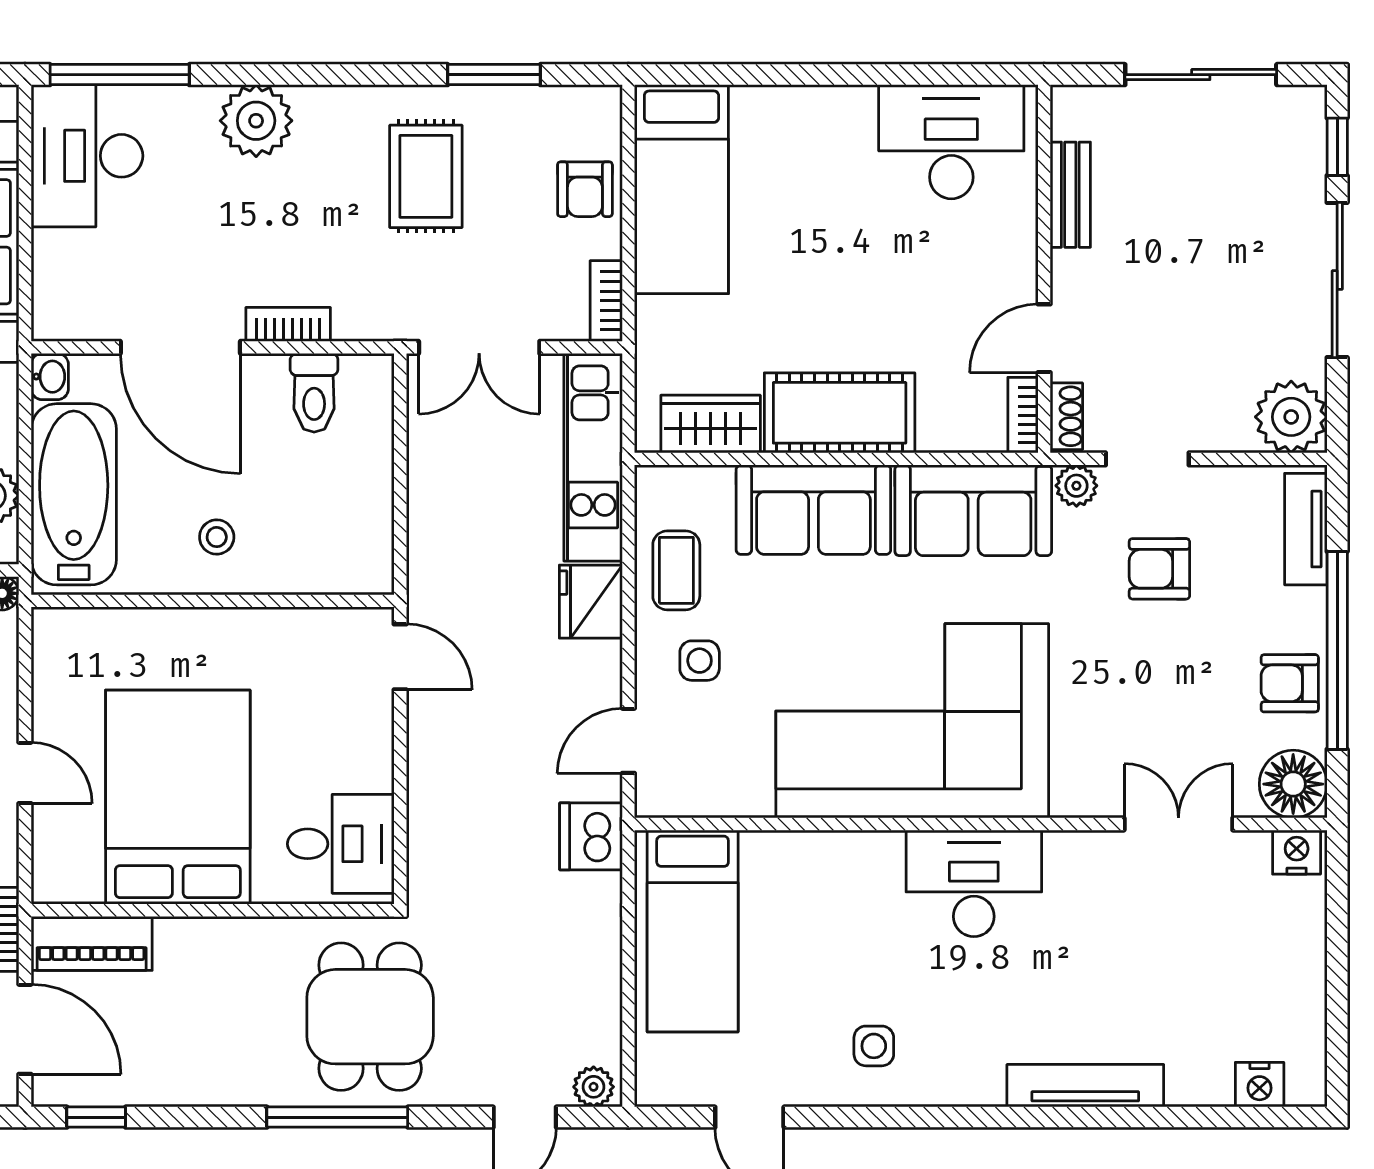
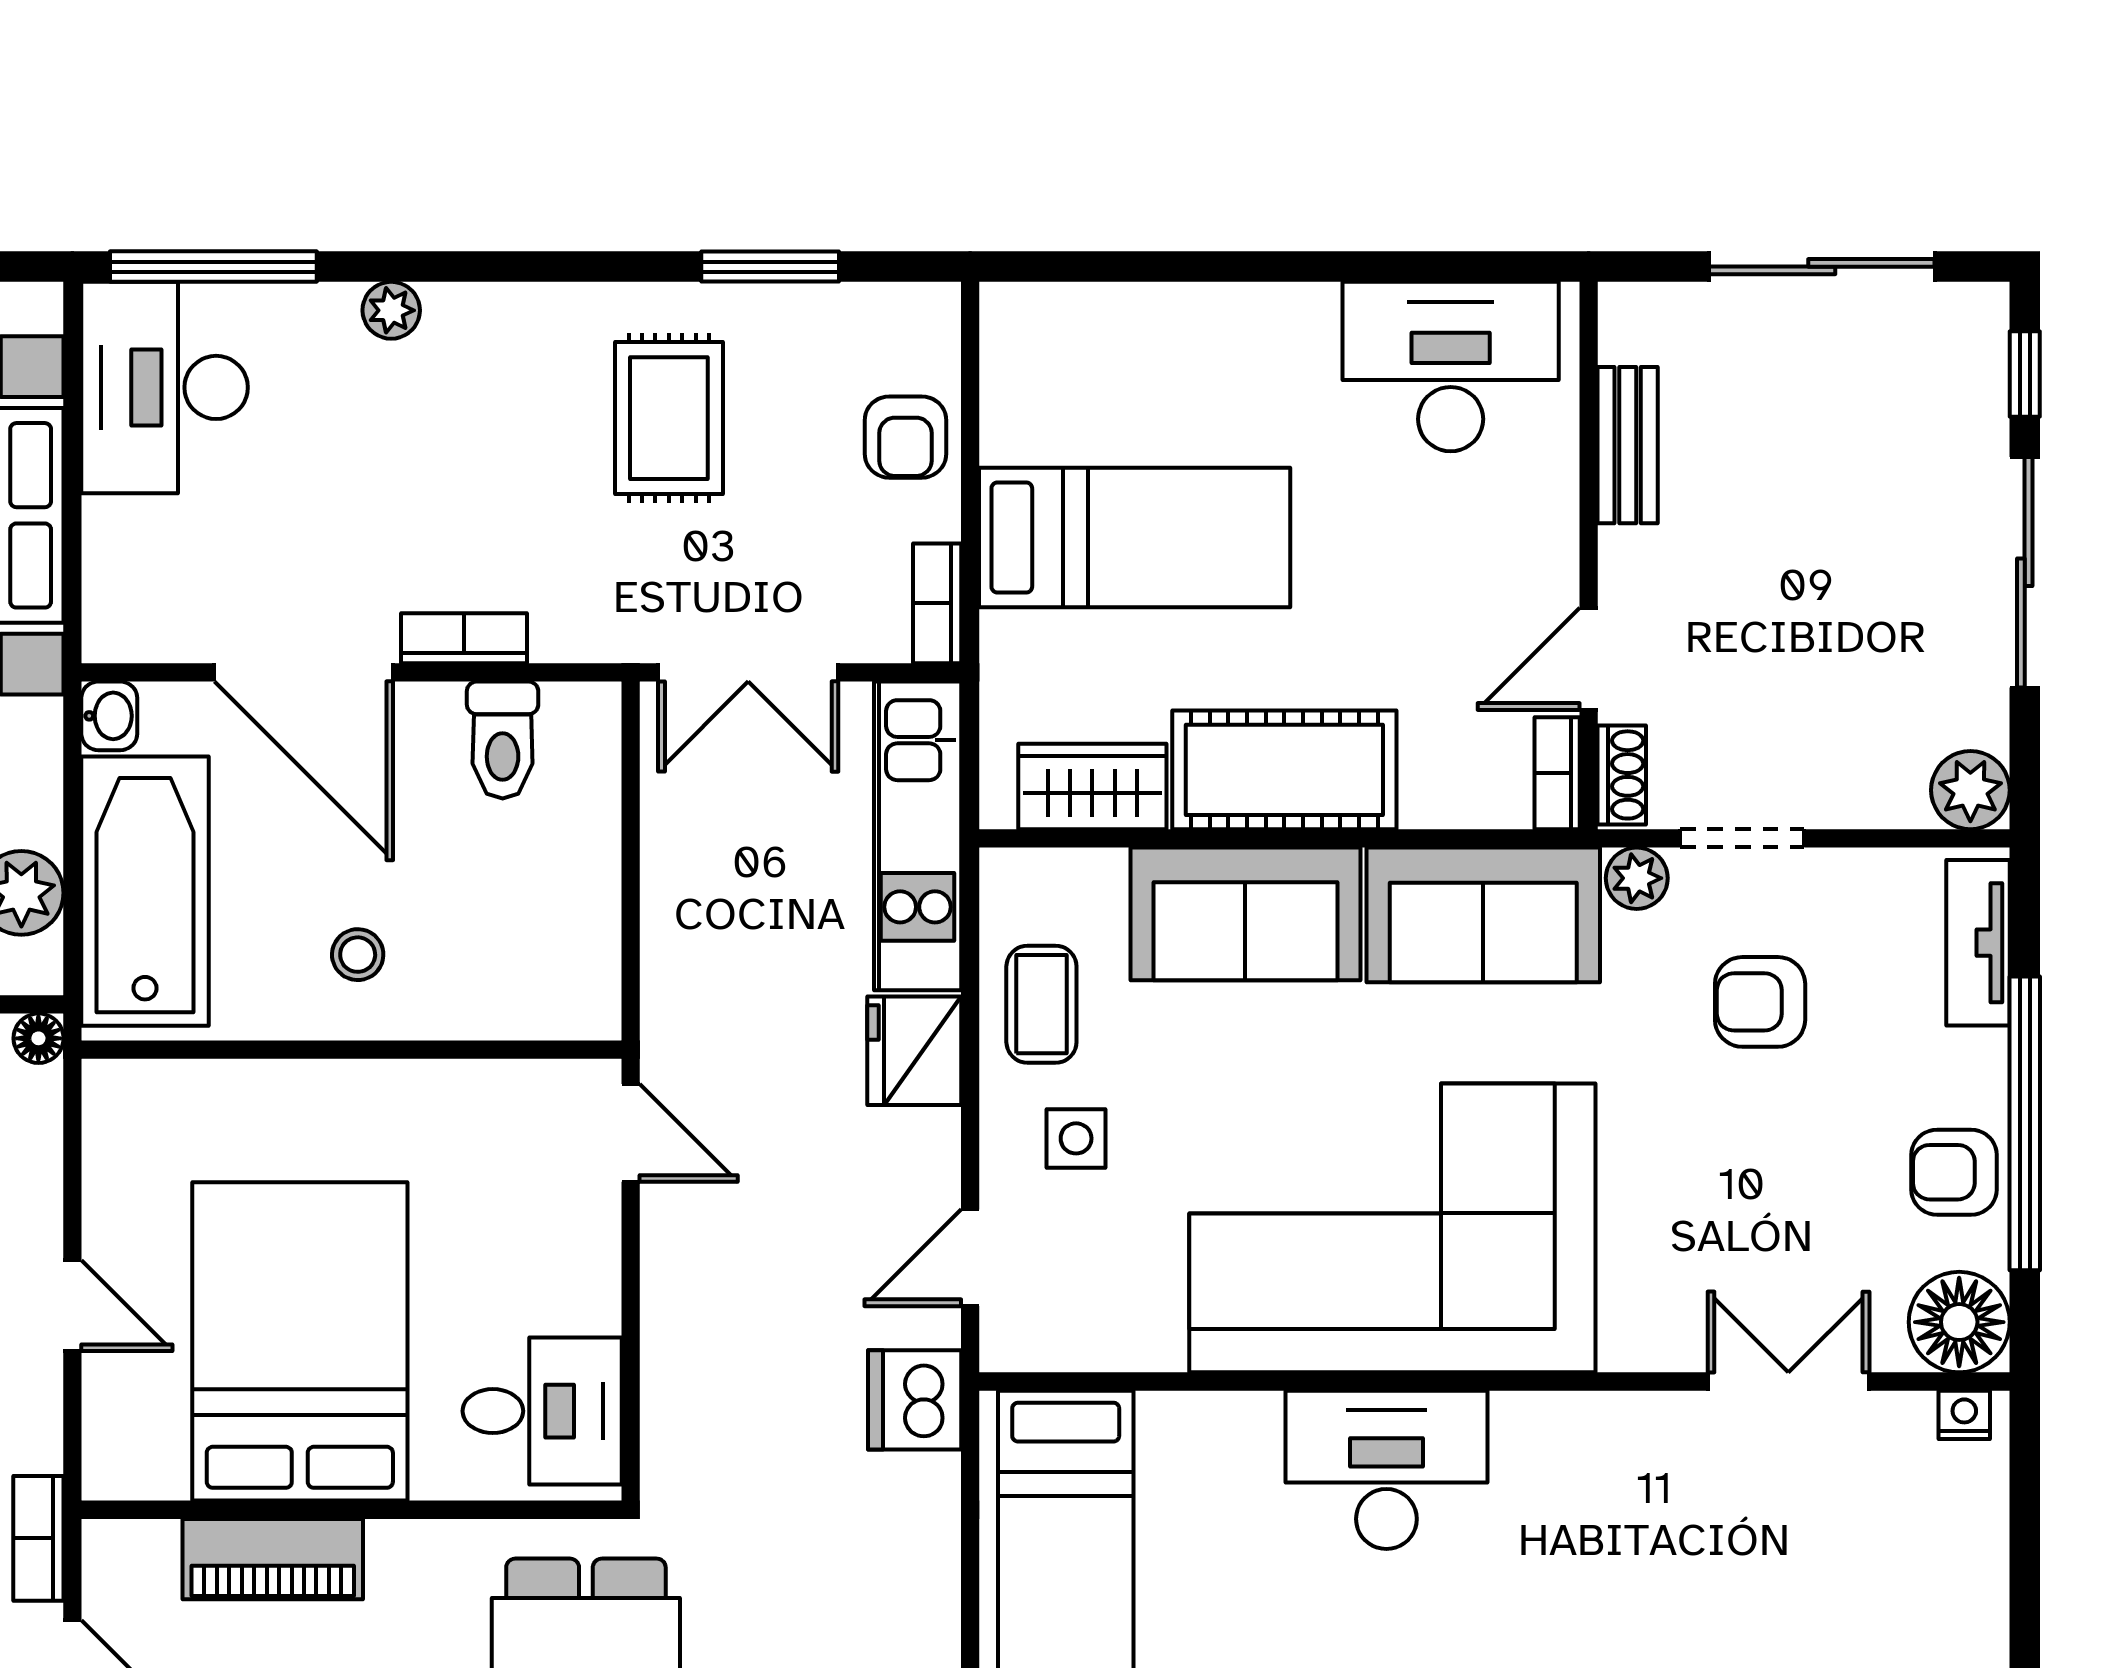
plant: (256, 121) -> (391, 310), width x0.53, depth x0.53
bed: (681, 189) -> (1135, 538), moved, turned -90
plant: (1291, 417) -> (1970, 790), width x0.73, depth x0.73
nightstand: (1297, 852) -> (1964, 1415), width x0.72, depth x0.74
desk: (974, 883) -> (1386, 1470), moved
piano: (92, 943) -> (273, 1559), moved

